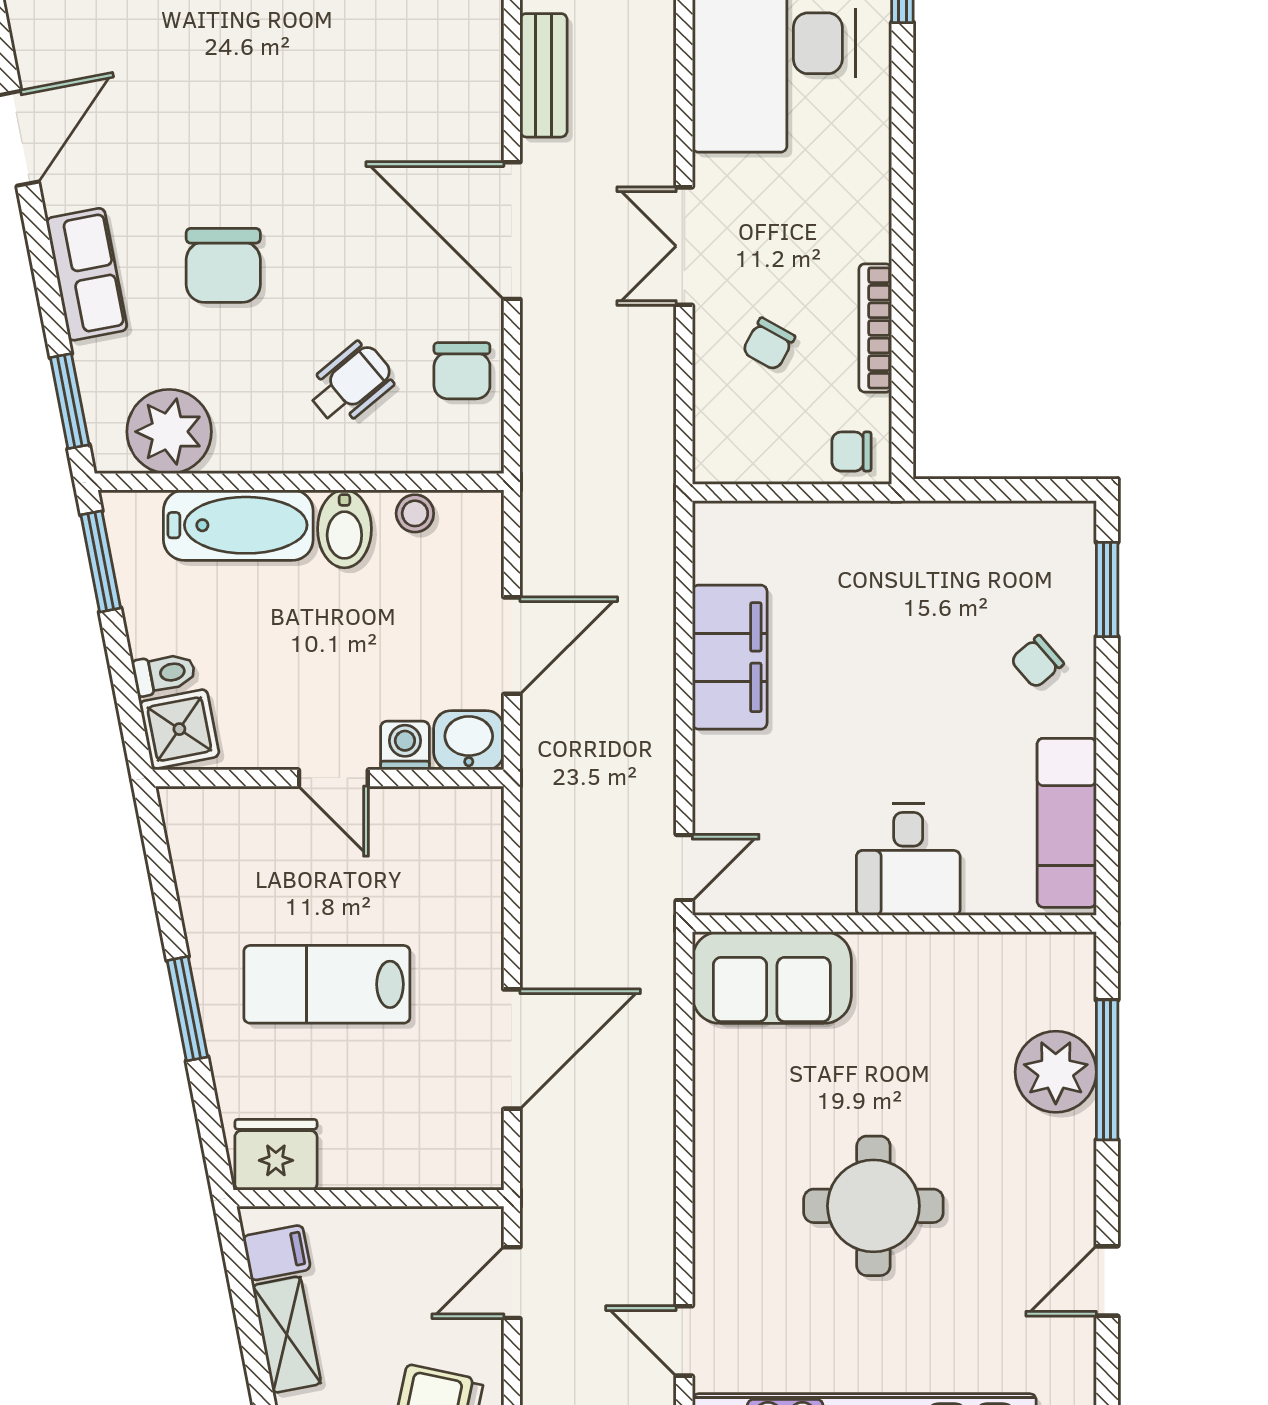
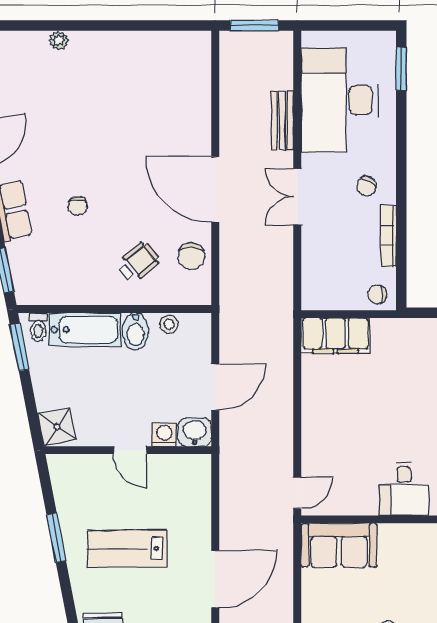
bench: (544, 75) -> (282, 120), moved
chair: (223, 265) -> (78, 206), width x0.54, depth x0.54
chair: (769, 344) -> (367, 186), moved
plant: (169, 432) -> (52, 285), removed
filing cabinet: (730, 657) -> (335, 336), moved, turned 90
toilet: (164, 674) -> (38, 327), moved, turned 101
window: (187, 1009) -> (56, 538), moved

